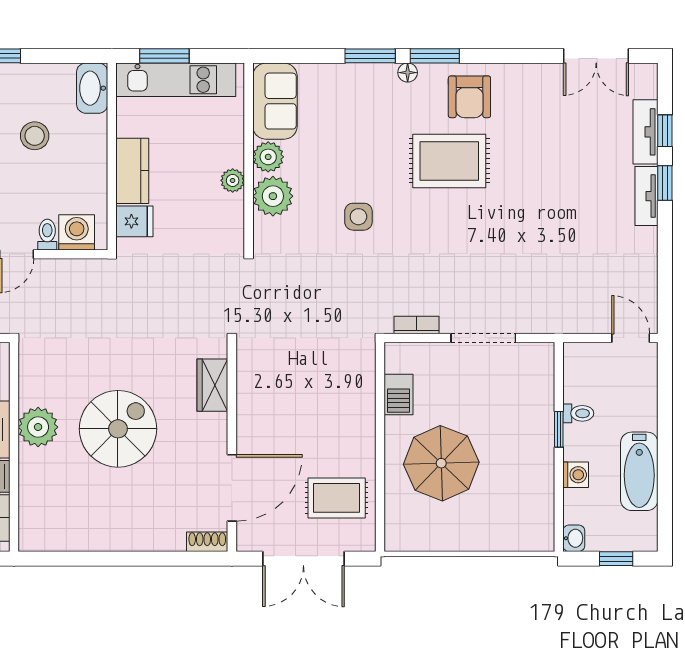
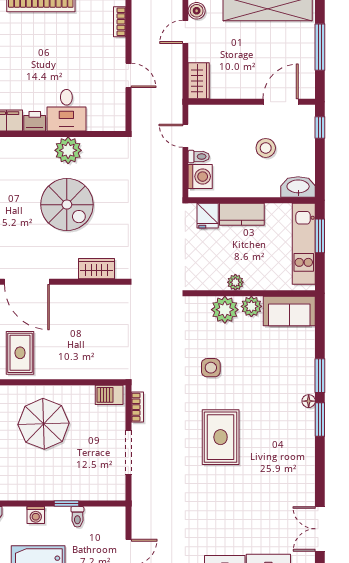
armchair: (469, 97) -> (292, 443), removed
rug: (449, 161) -> (221, 437), moved
barbecue: (399, 395) -> (109, 395), moved

